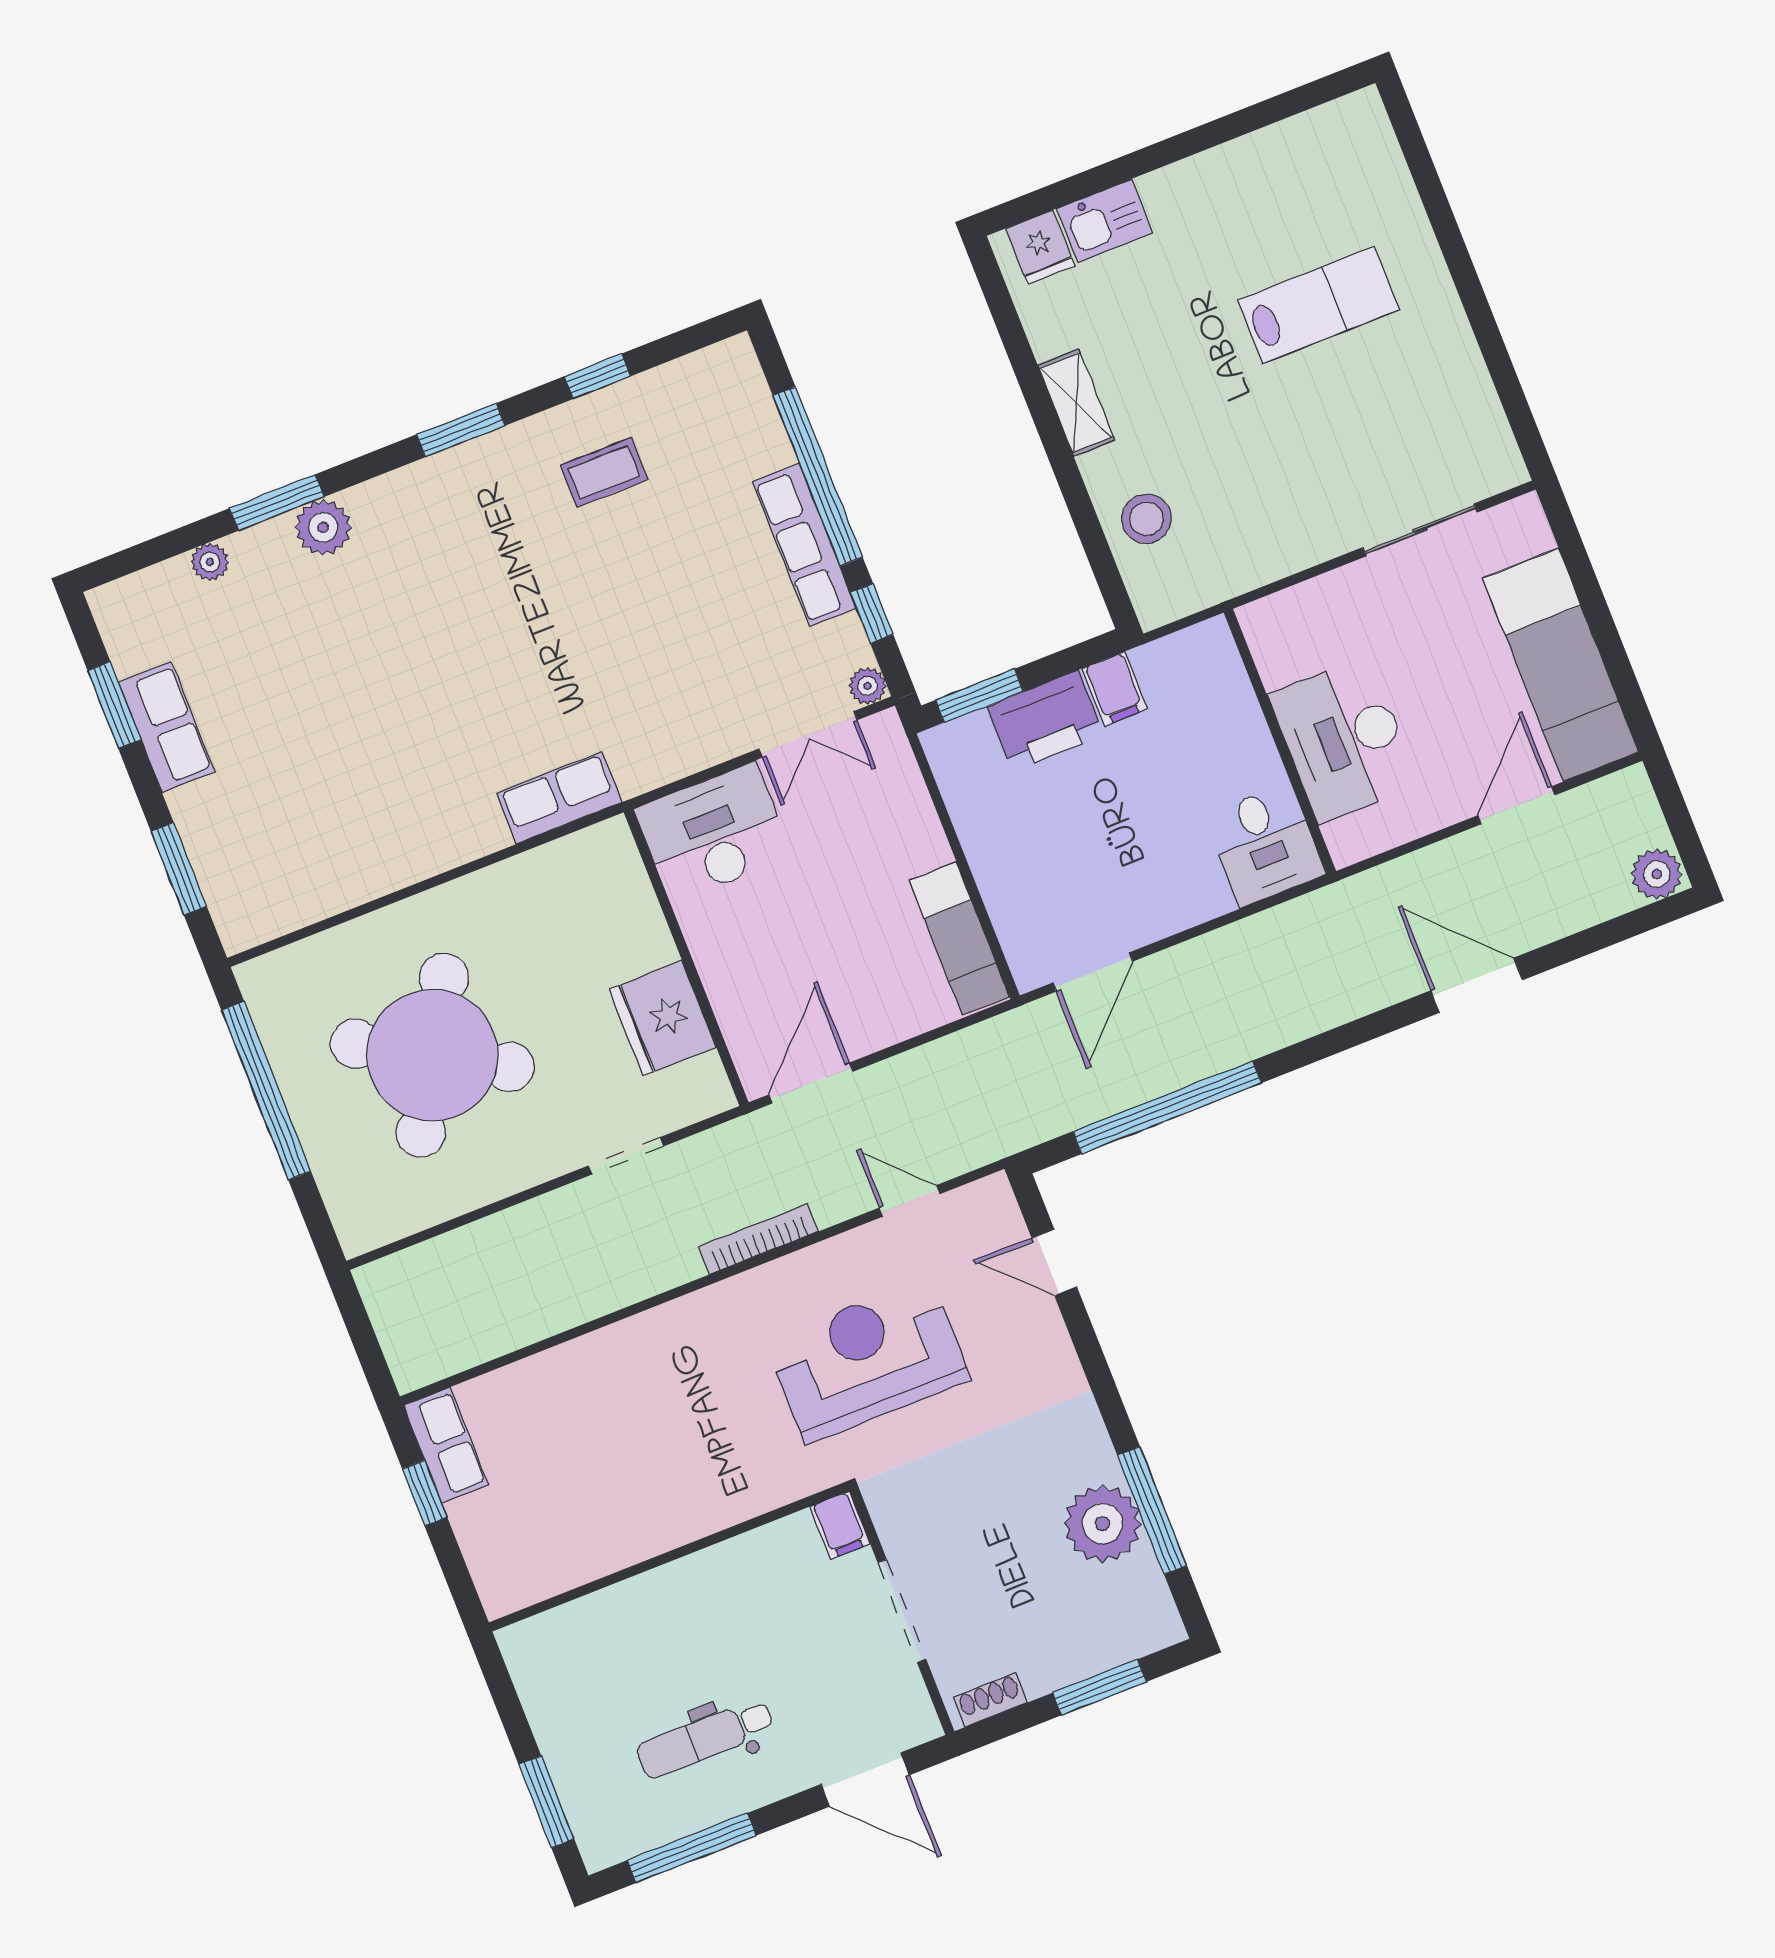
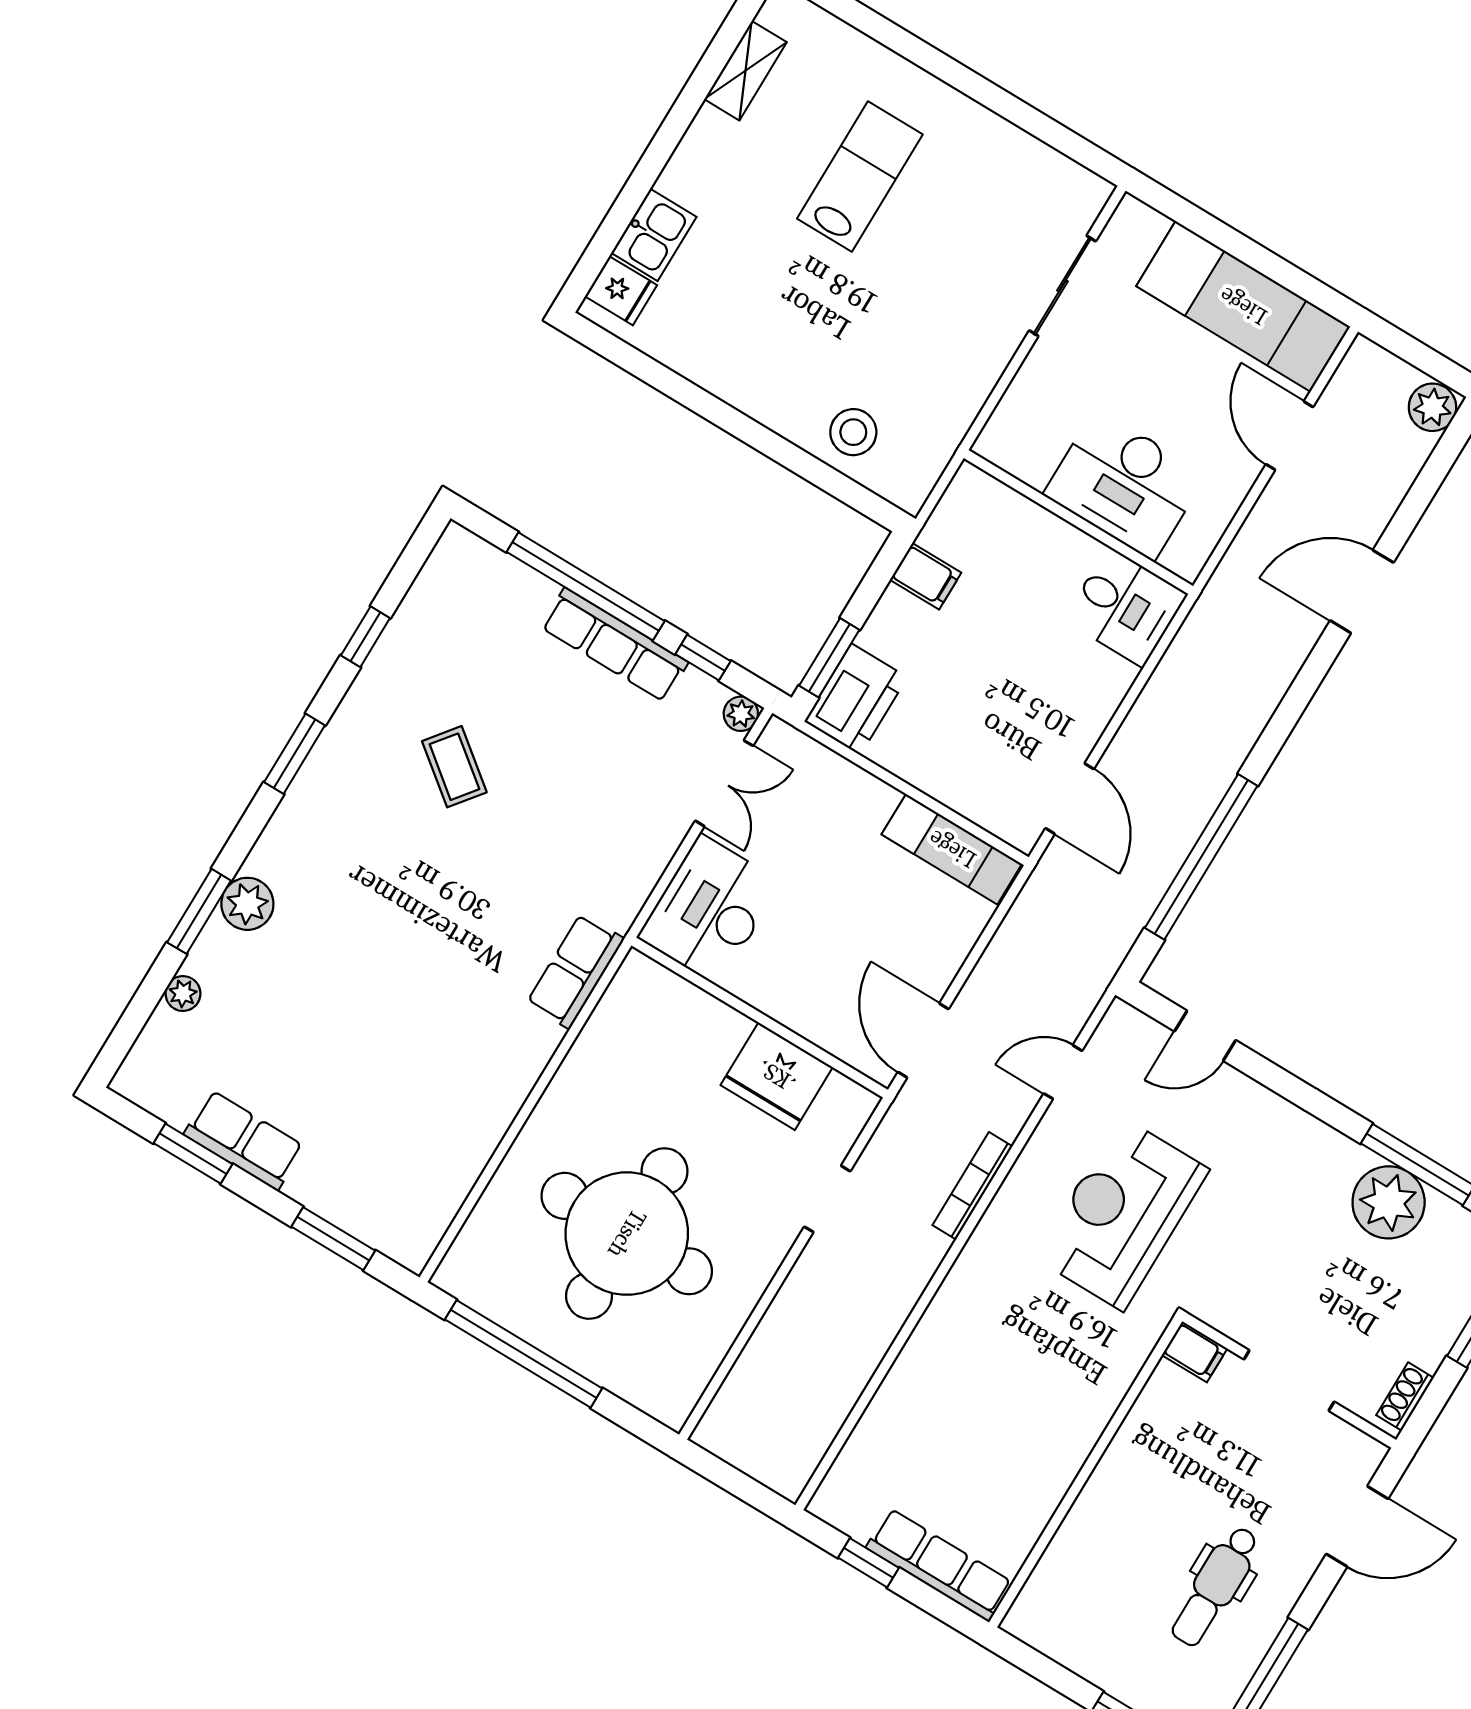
shelving: (1076, 403) -> (746, 71), moved, turned 90
coffee table: (604, 472) -> (454, 767), moved, turned -52
printer: (1045, 721) -> (856, 699), moved
round table: (432, 1055) -> (627, 1234), turned -30
row of seats: (446, 1445) -> (939, 1565), moved, width x1.48

